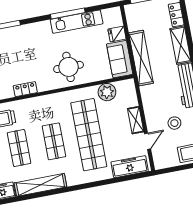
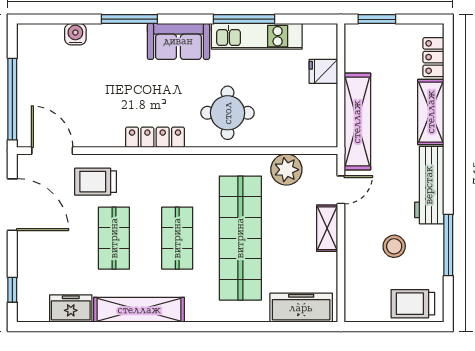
sofa: (120, 59) -> (178, 41), moved, turned -90
locker: (25, 89) -> (155, 137), width x1.53
door: (147, 141) -> (341, 190), moved

